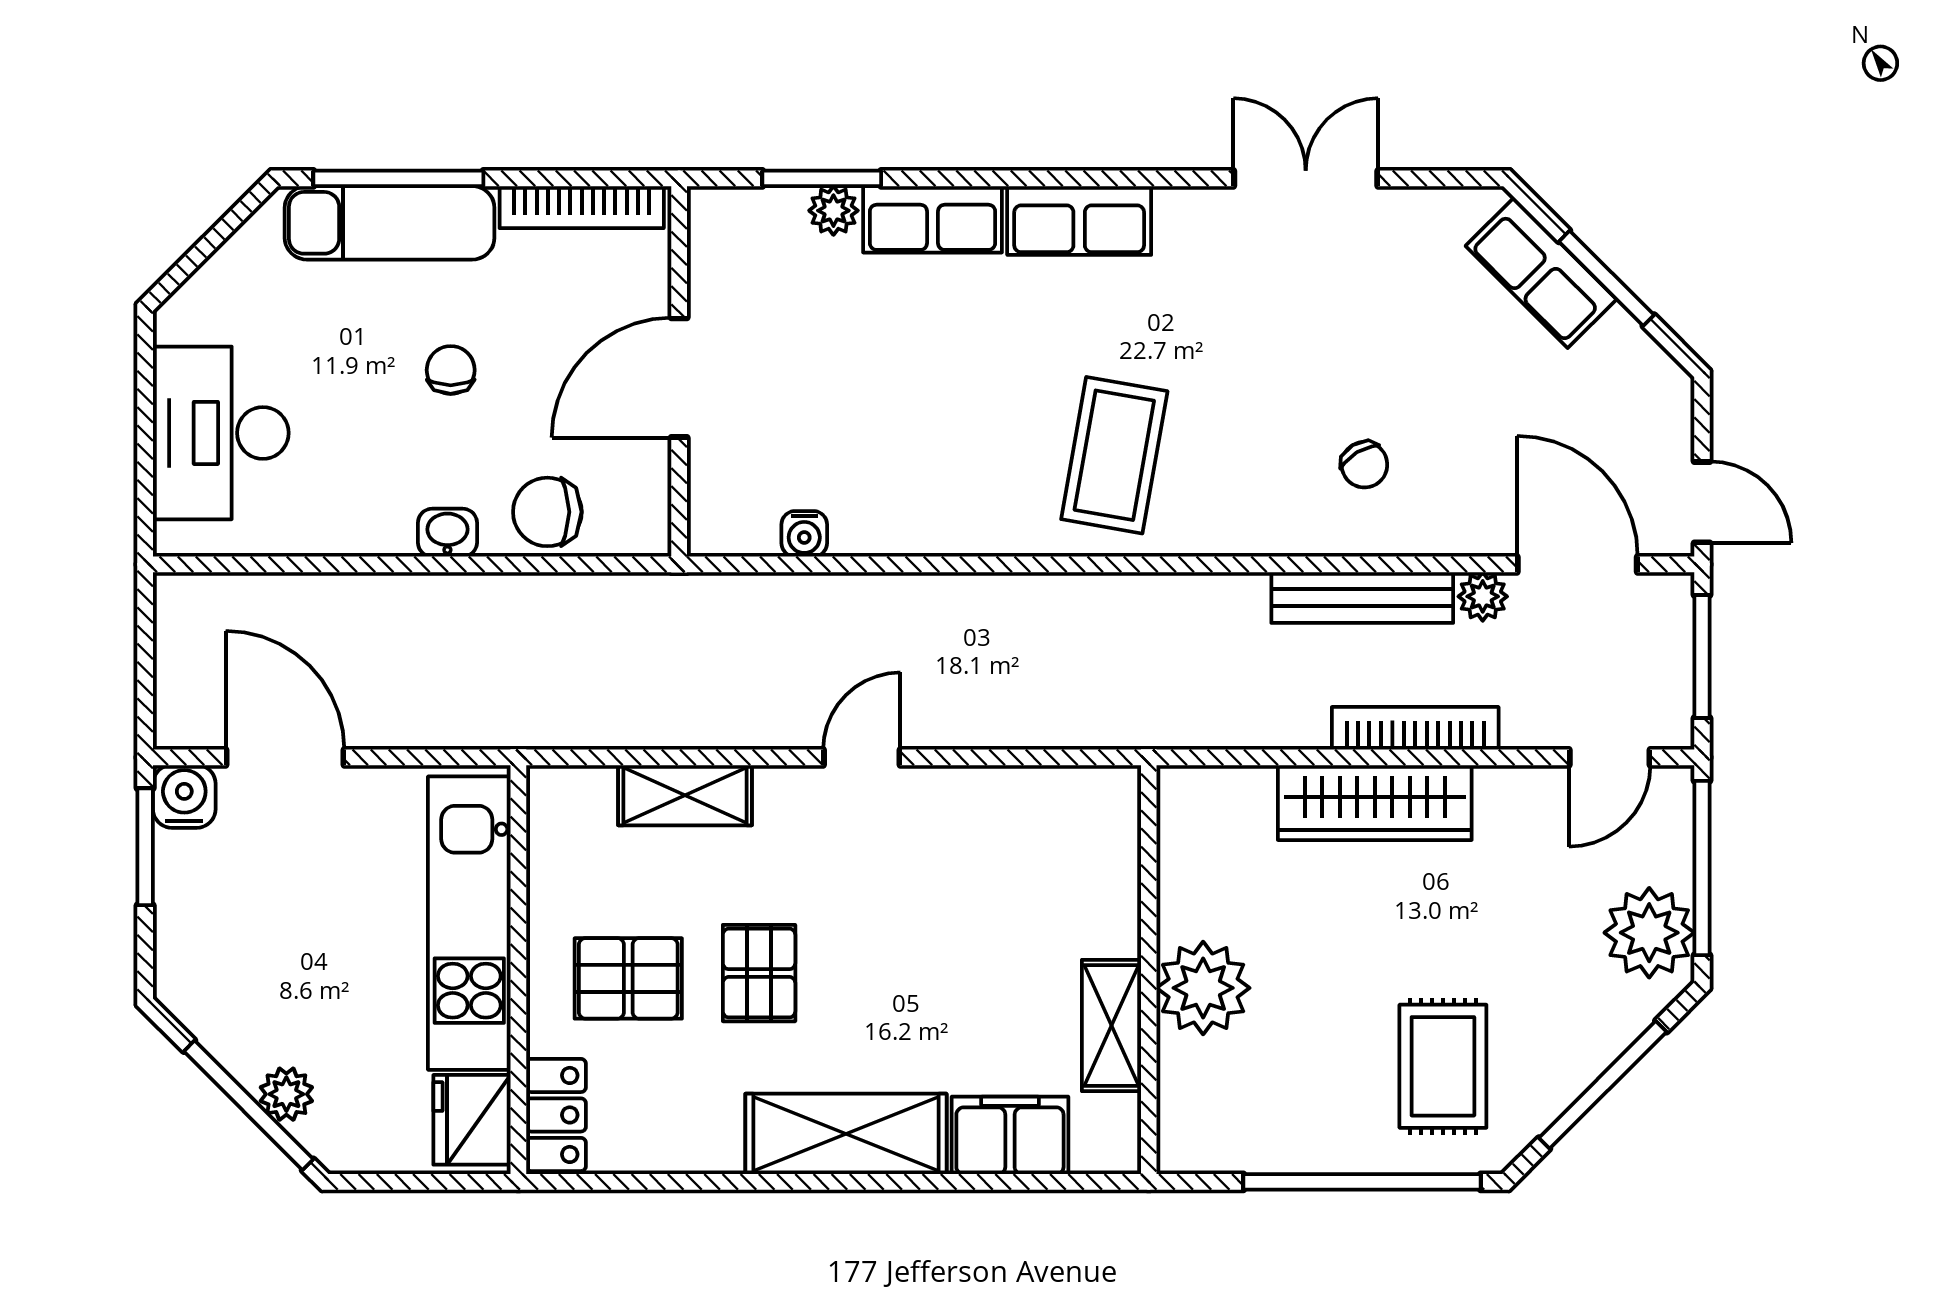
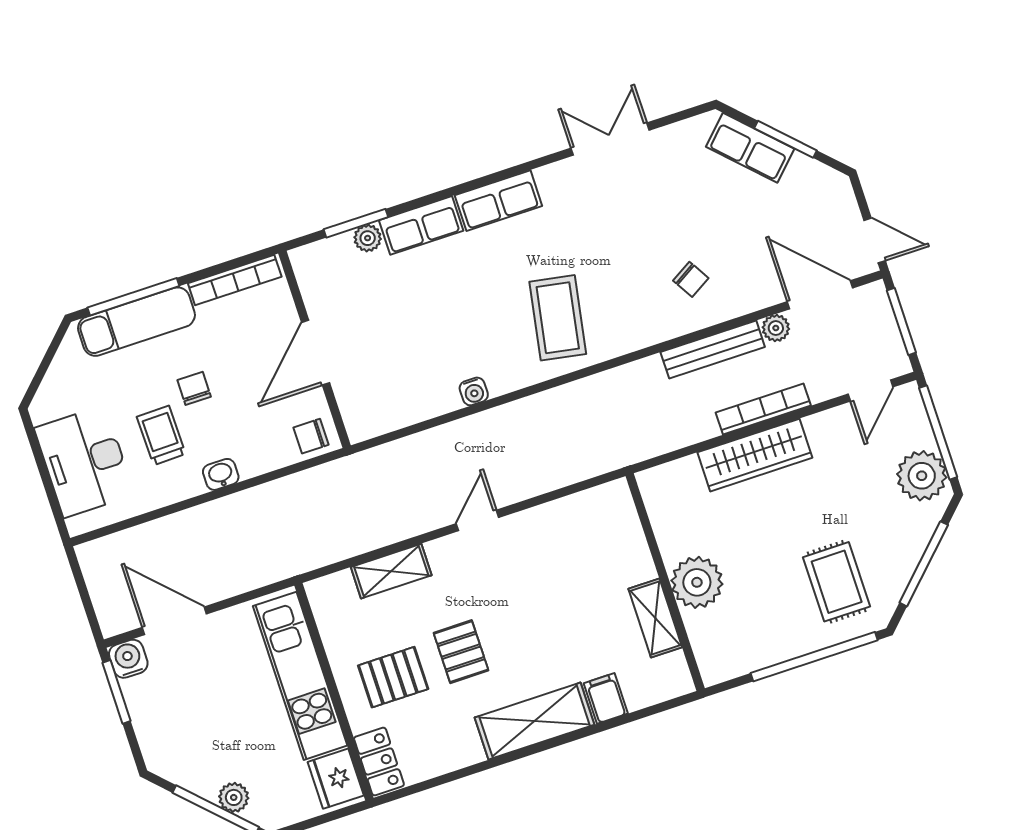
trolley: (368, 432) -> (161, 435), added
chair: (547, 512) -> (311, 436), moved, width x0.73, depth x0.73
water cooler: (804, 534) -> (474, 391), moved
filing cabinet: (1010, 1135) -> (606, 698), width x0.50

